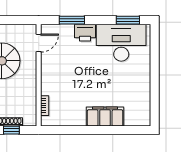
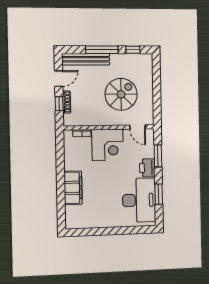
window: (128, 20) -> (159, 194), moved
corner desk: (58, 77) -> (108, 145), added

